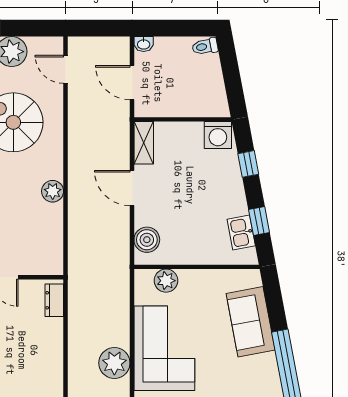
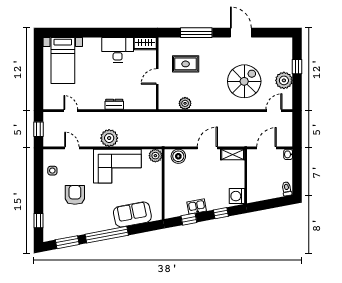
plant: (53, 191) -> (185, 103), moved
kitchen sink: (241, 233) -> (197, 206), moved
plant: (166, 281) -> (155, 156), moved
dresser: (54, 300) -> (114, 104), moved

